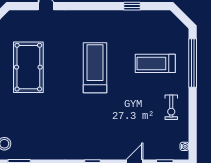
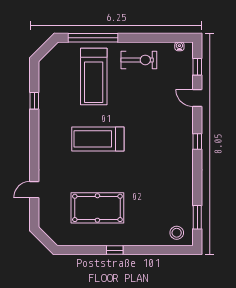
treadmill: (155, 63) -> (94, 76), width x1.37, depth x1.38
exercise bike: (171, 107) -> (139, 60), width x1.38, depth x1.39

